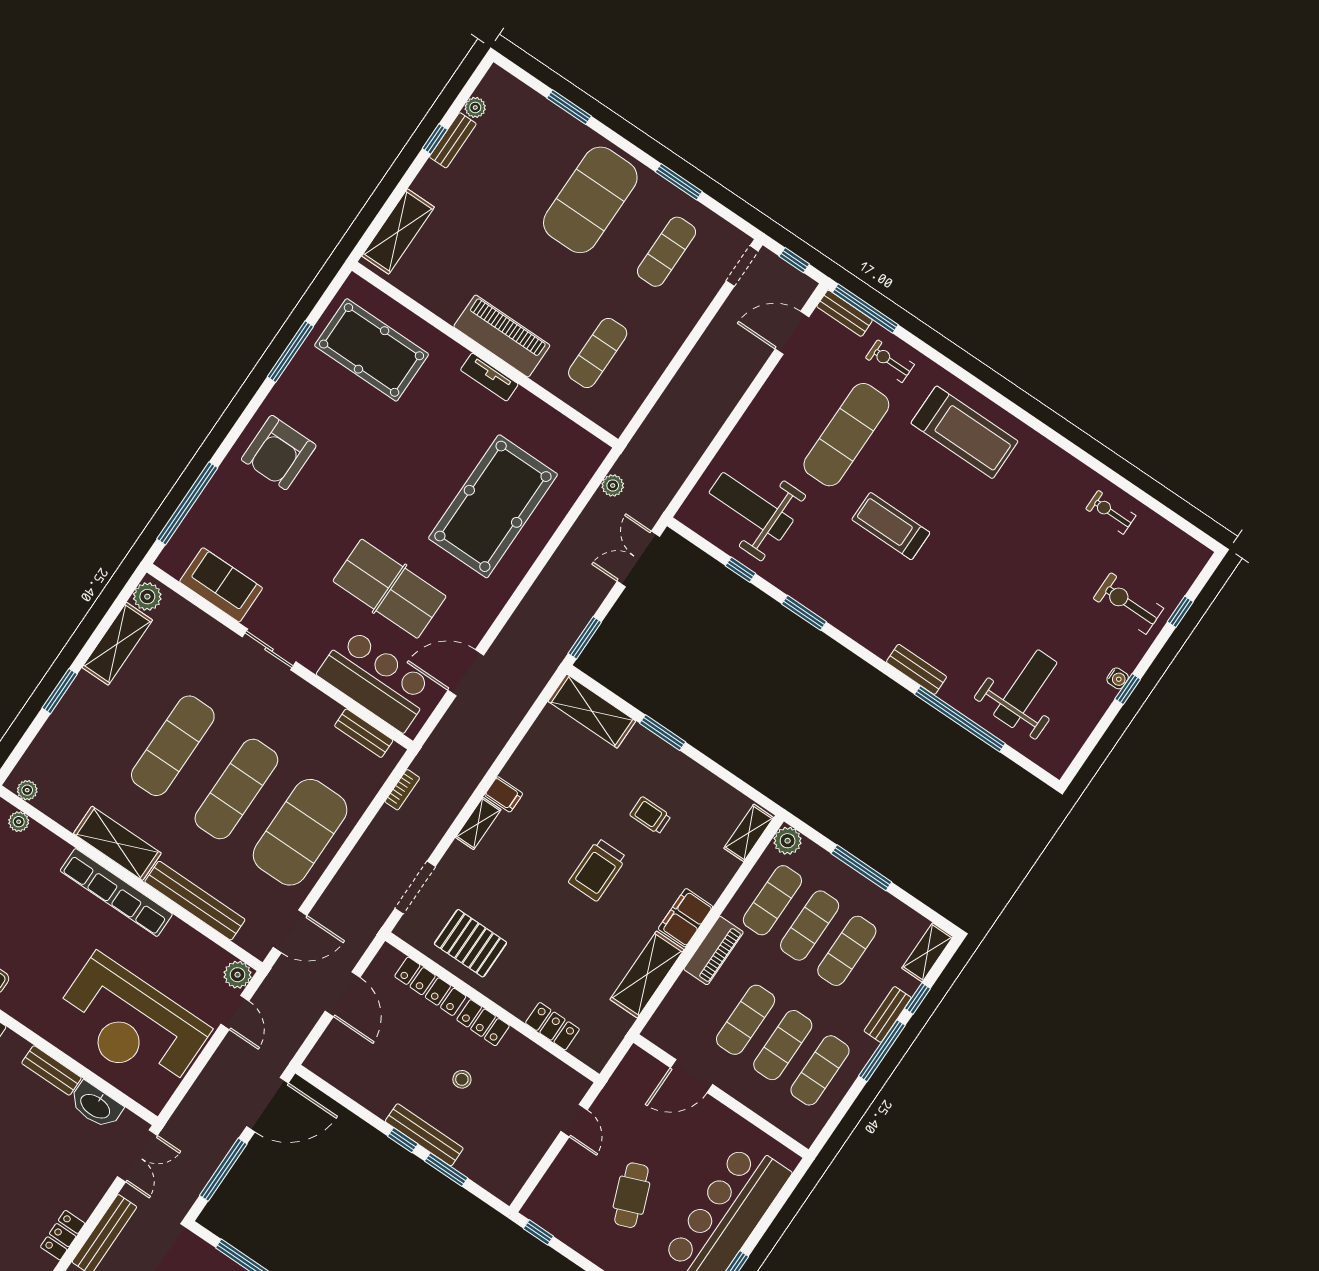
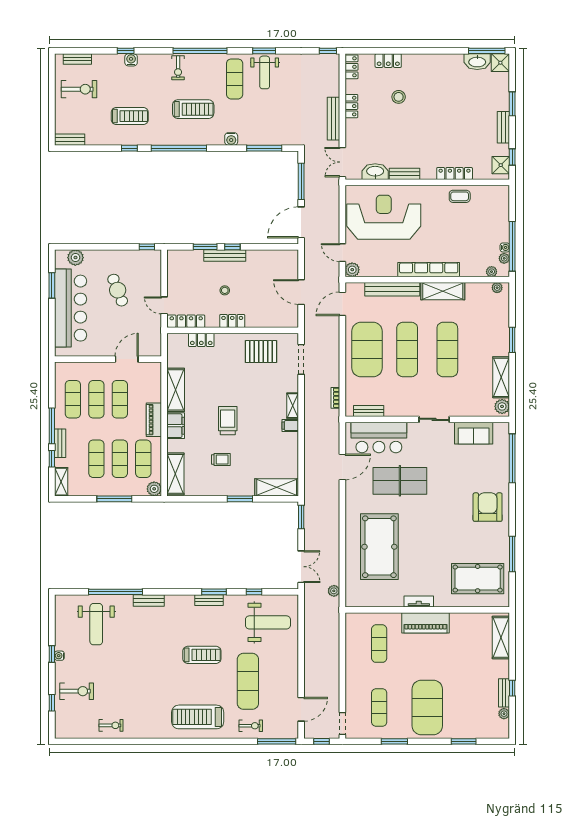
bench: (845, 313) -> (209, 600), moved
shelving: (749, 833) -> (175, 474), width x1.50, depth x1.33
locker: (430, 986) -> (186, 321), moved

